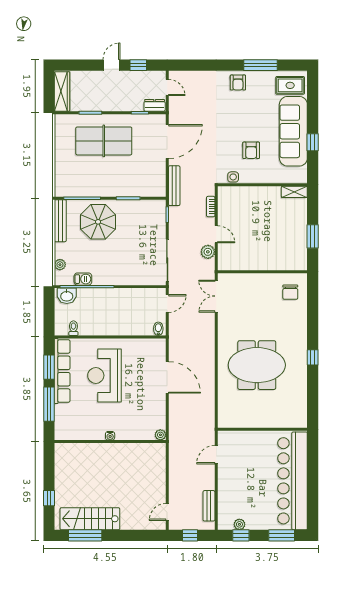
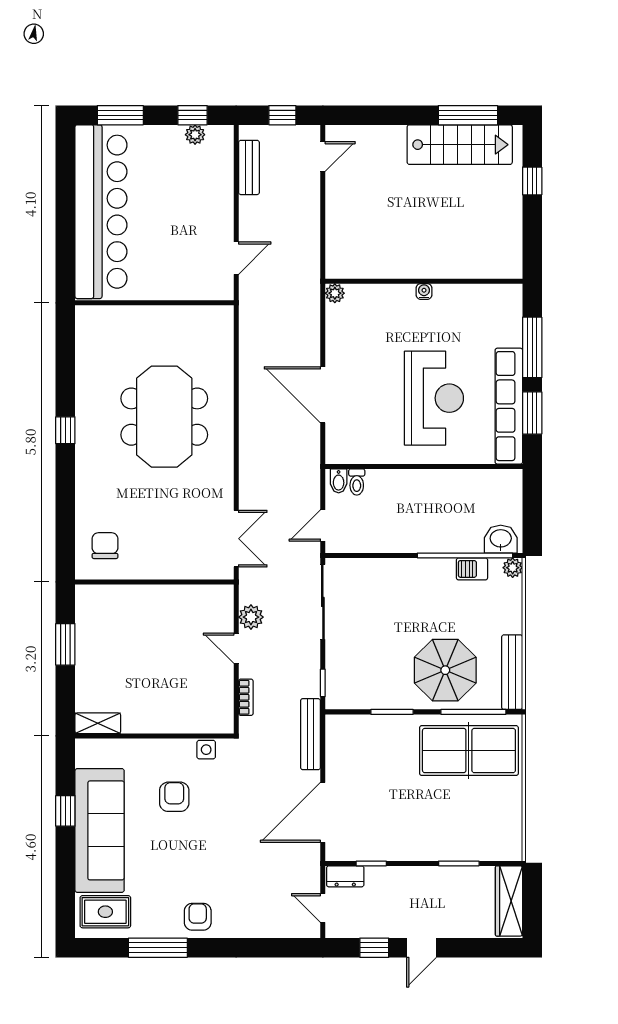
table tennis table: (104, 141) -> (469, 751), moved
plant: (60, 265) -> (513, 568), moved
toilet: (73, 328) -> (357, 482), moved
meeting table: (257, 365) -> (164, 417), turned 90

